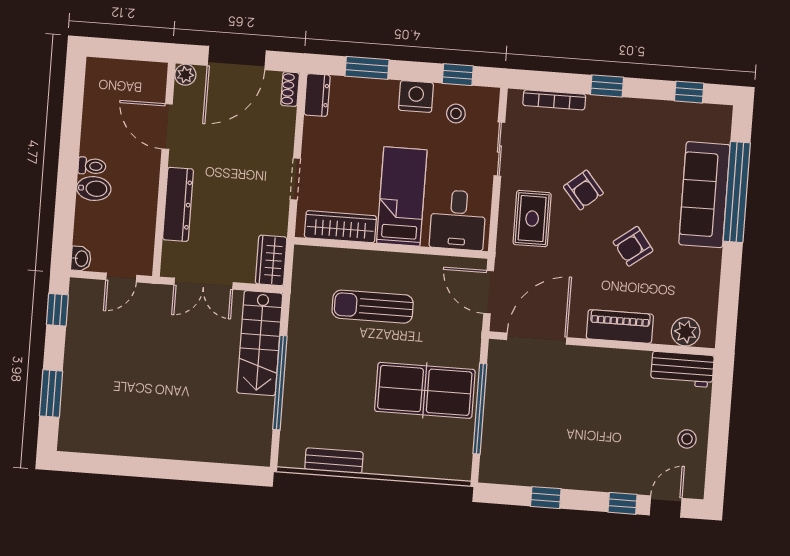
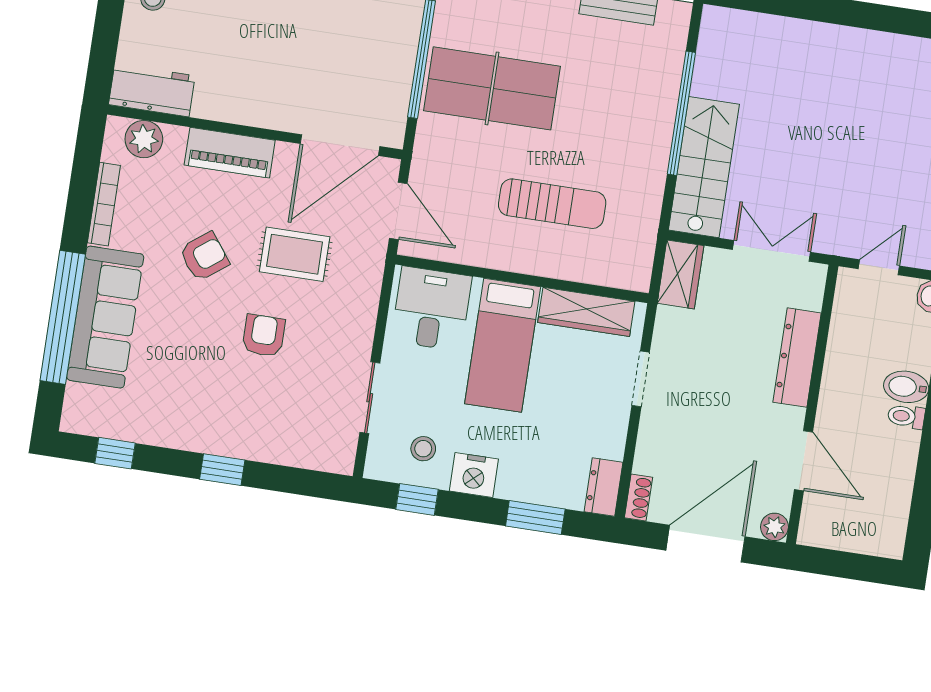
bookcase: (554, 100) -> (104, 204), moved, turned 90
armchair: (583, 190) -> (264, 335), turned 40
rug: (532, 219) -> (295, 254), moved, turned 90

